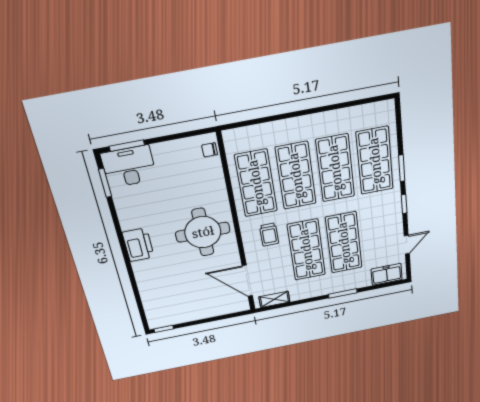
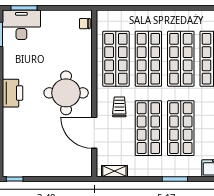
trolley: (269, 235) -> (119, 107), turned 180
door: (247, 281) -> (94, 133), moved

